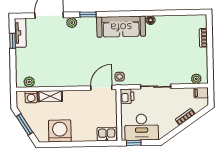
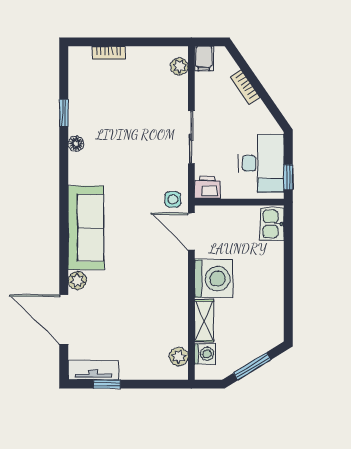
window: (88, 14) -> (64, 113), moved
sofa: (121, 27) -> (86, 228), moved
washing machine: (60, 131) -> (214, 279), moved, turned 180

